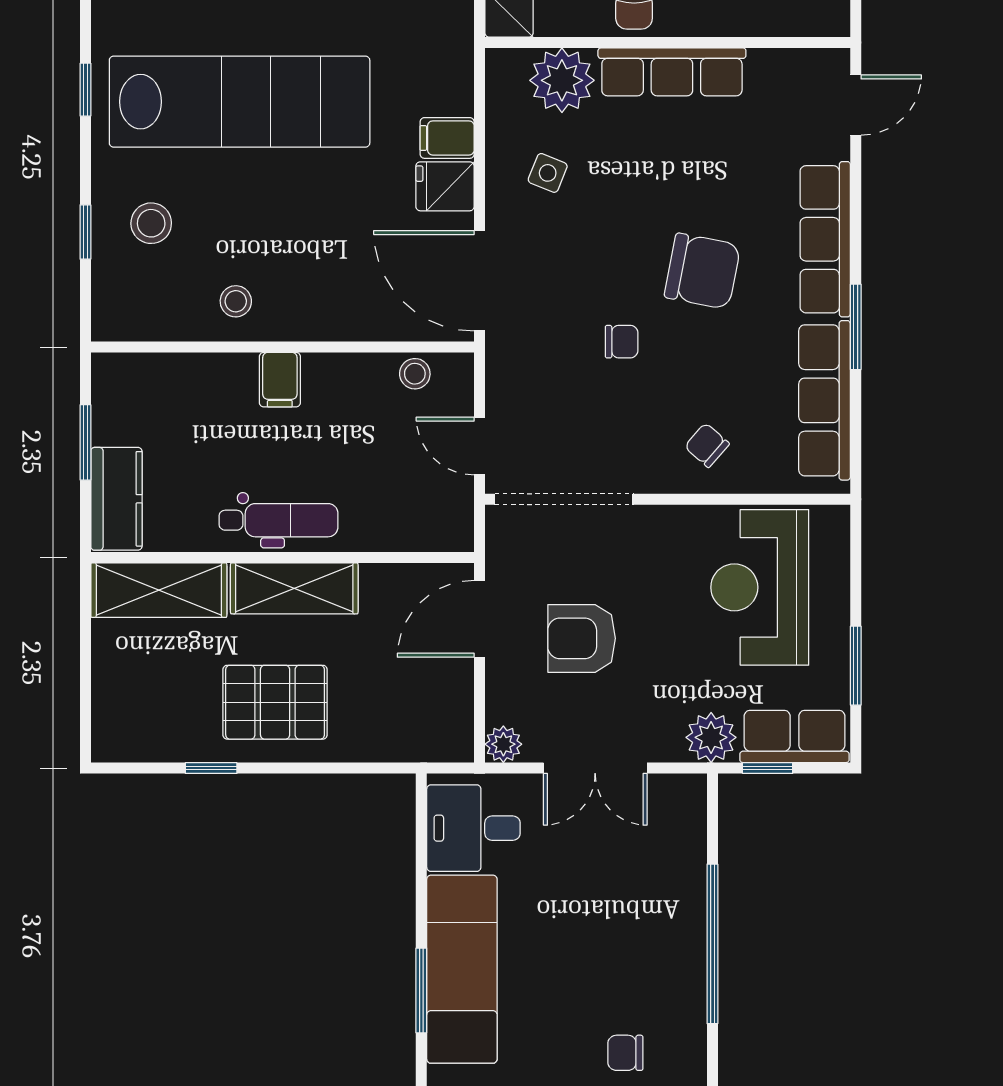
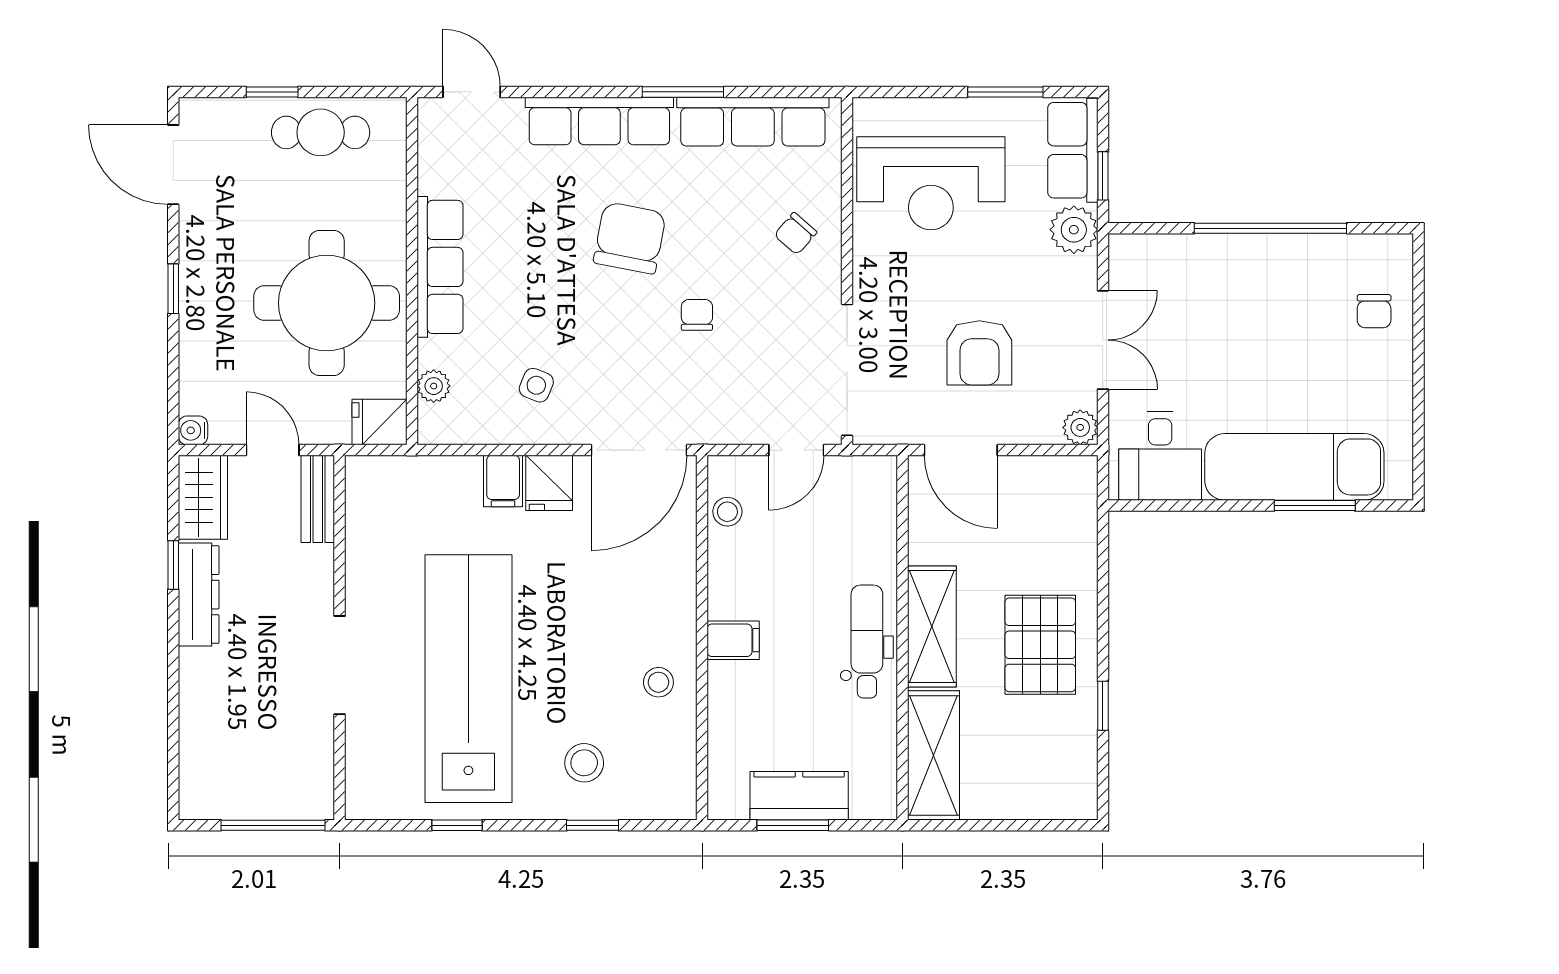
plant: (562, 80) -> (434, 386), width x0.53, depth x0.53
kitchen counter: (117, 499) -> (799, 796), moved

